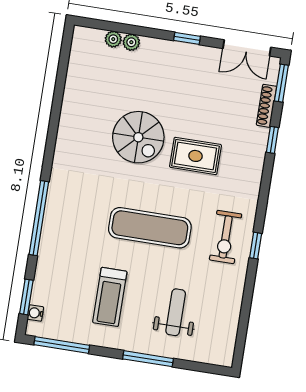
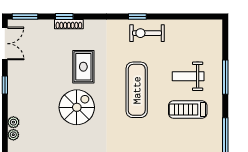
shoe rack: (267, 106) -> (69, 24), moved
exercise bike: (226, 237) -> (147, 33), moved, turned 180
treadmill: (110, 297) -> (188, 109), turned 180
weight bench: (176, 312) -> (188, 76), moved

